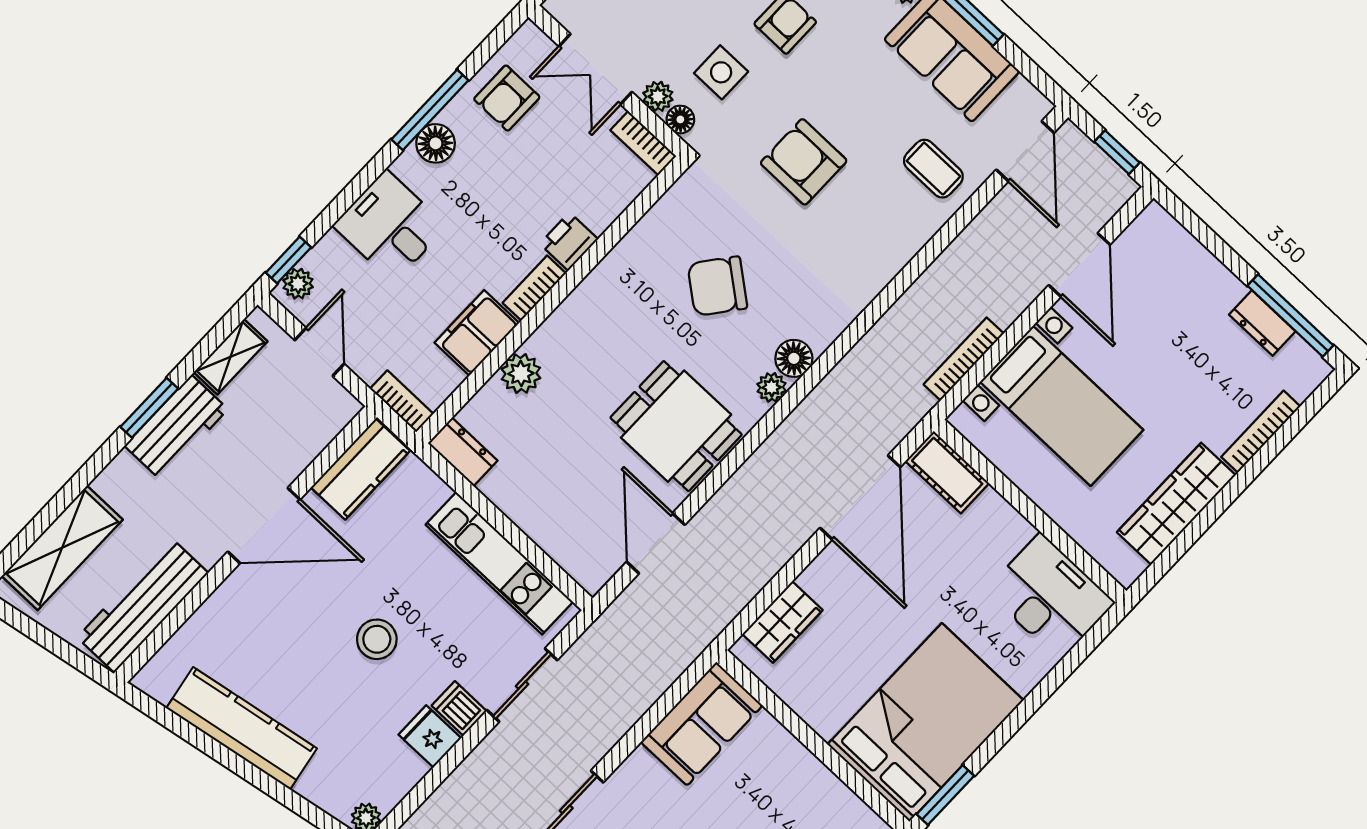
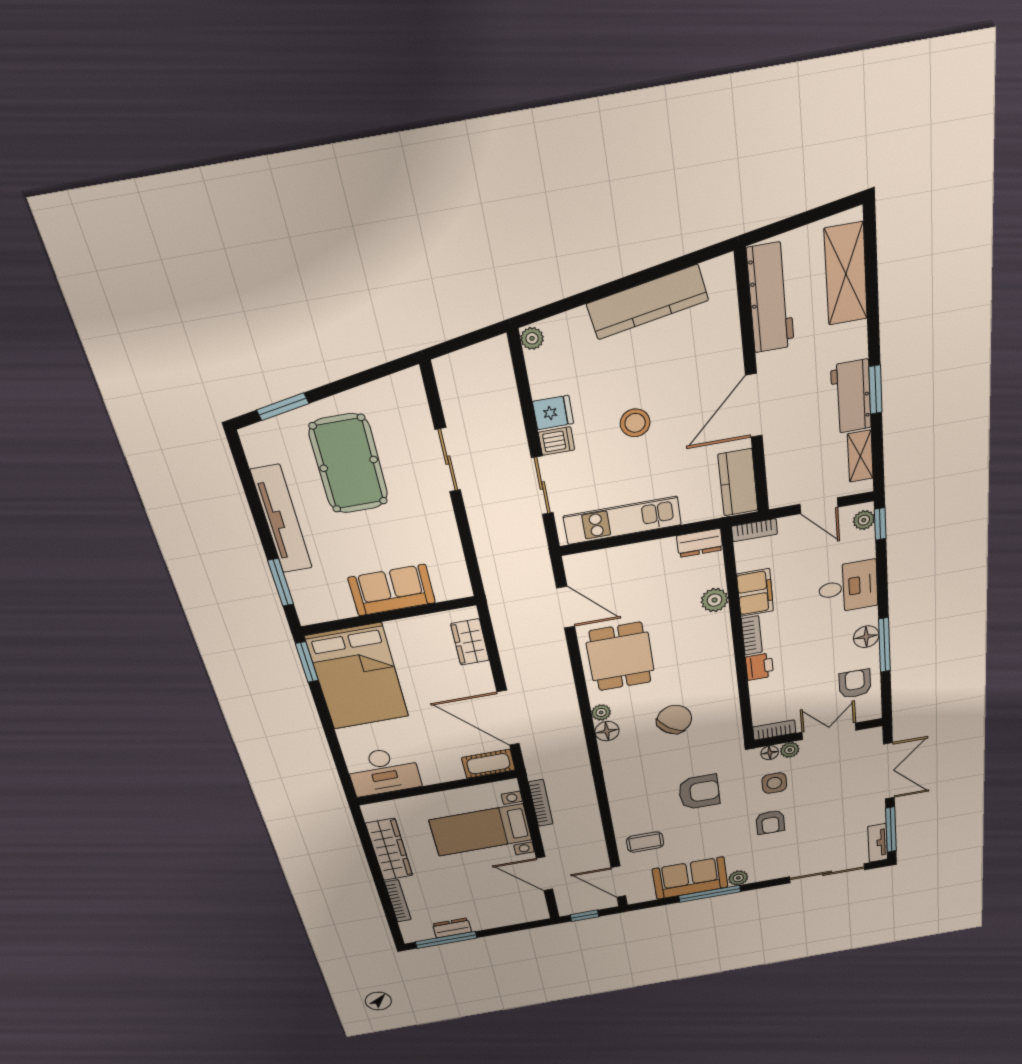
dining table: (676, 426) -> (620, 657), turned 90
sofa: (702, 724) -> (392, 590), moved, turned 90

